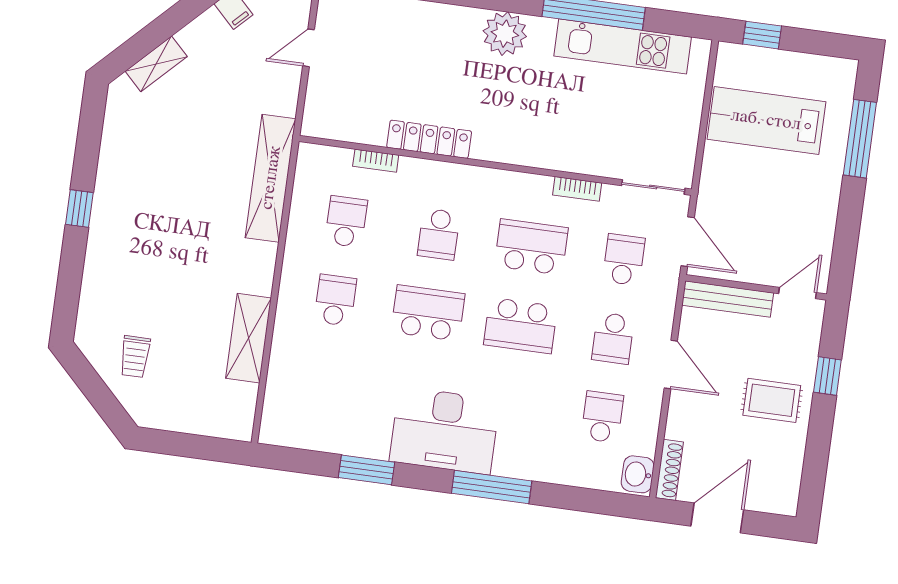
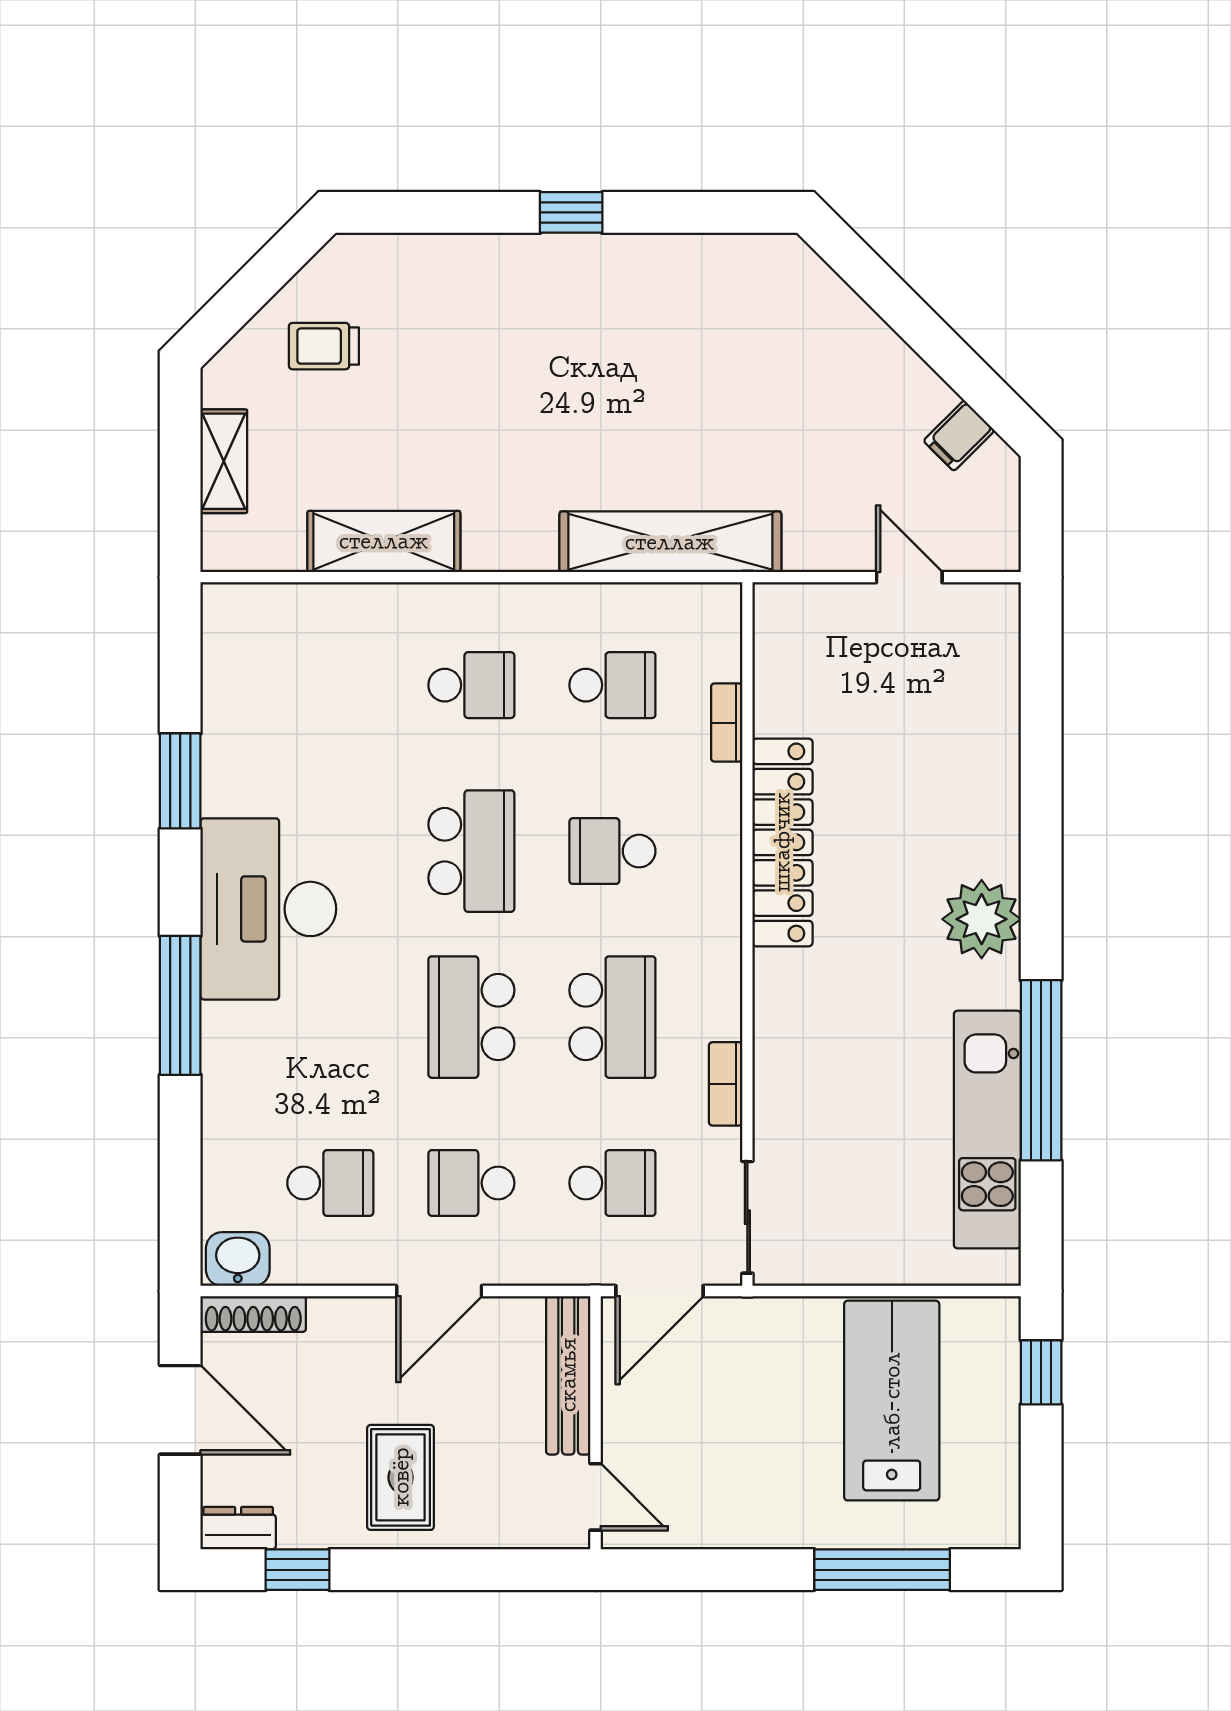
shelving: (156, 64) -> (224, 461), moved, turned 45
locker: (429, 139) -> (782, 842), width x1.41, depth x1.21
window: (827, 376) -> (298, 1570), moved
dresser: (788, 495) -> (238, 1528), added

